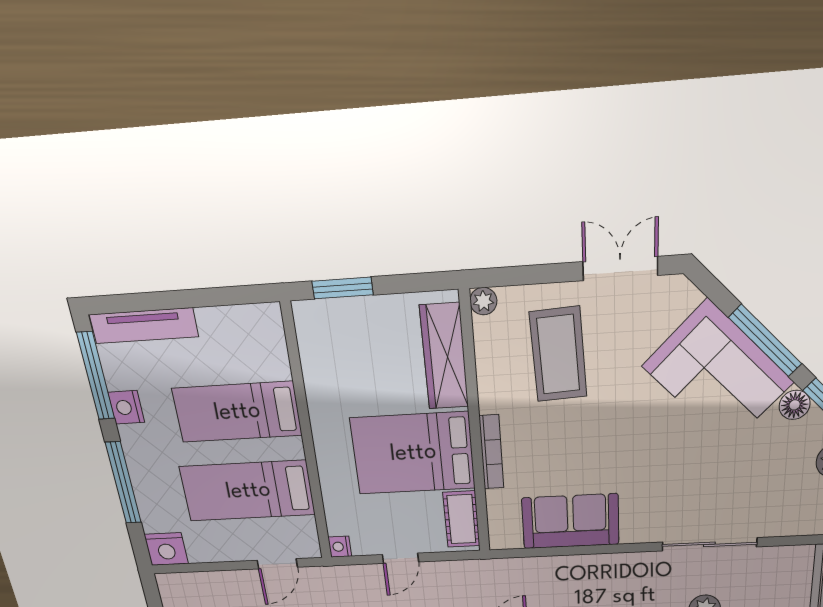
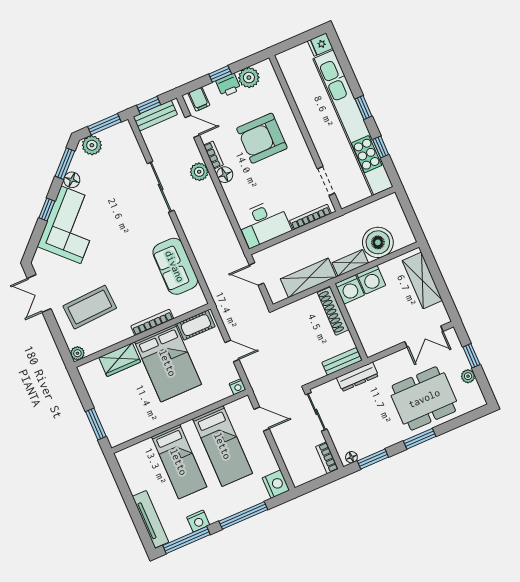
window: (765, 341) -> (47, 210), width x0.46
wardrobe: (444, 357) -> (120, 360), width x0.67

